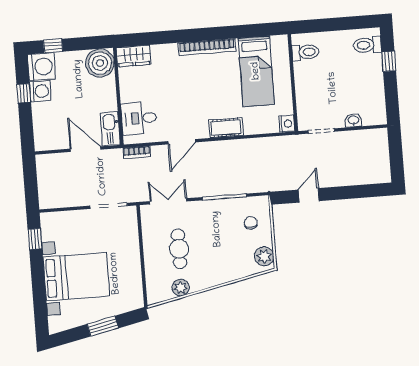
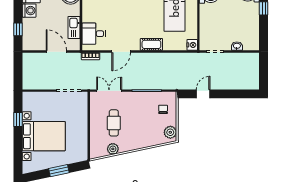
window: (24, 93) -> (18, 29), moved
kitchen sink: (110, 129) -> (74, 27), moved
window: (35, 239) -> (18, 119), moved

